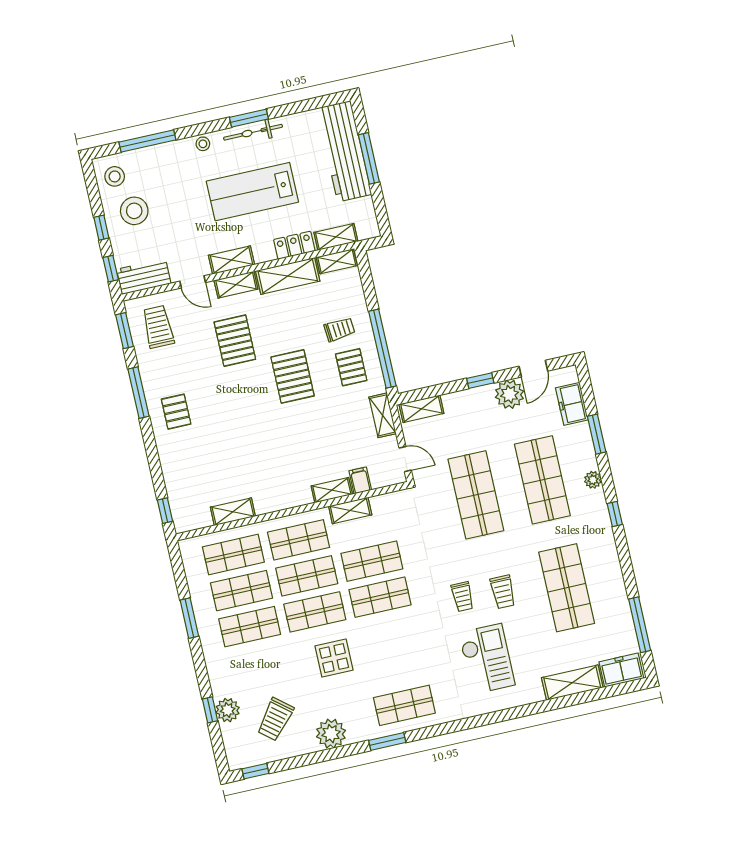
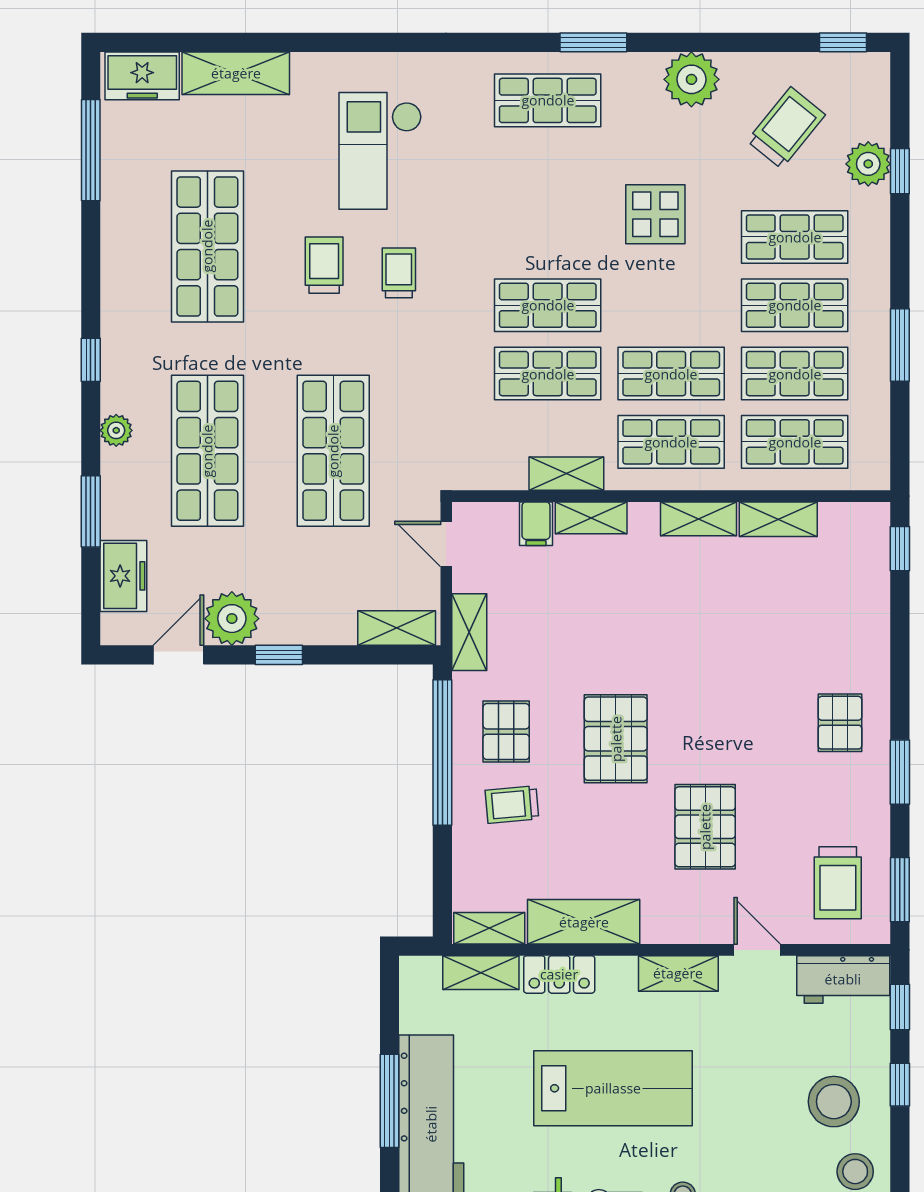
shelving: (236, 285) -> (699, 519), moved
window: (138, 393) -> (900, 772), width x0.69
shop shelf: (315, 612) -> (795, 237), moved

